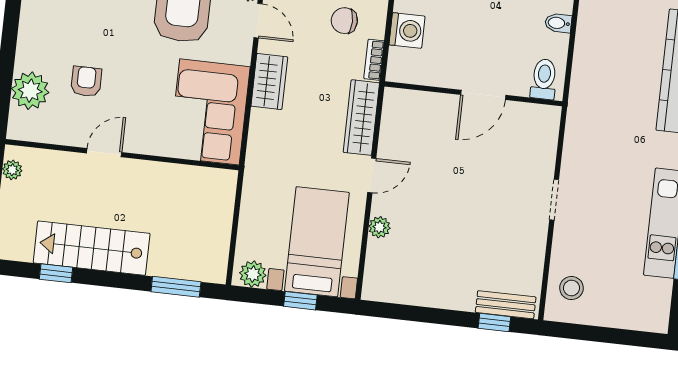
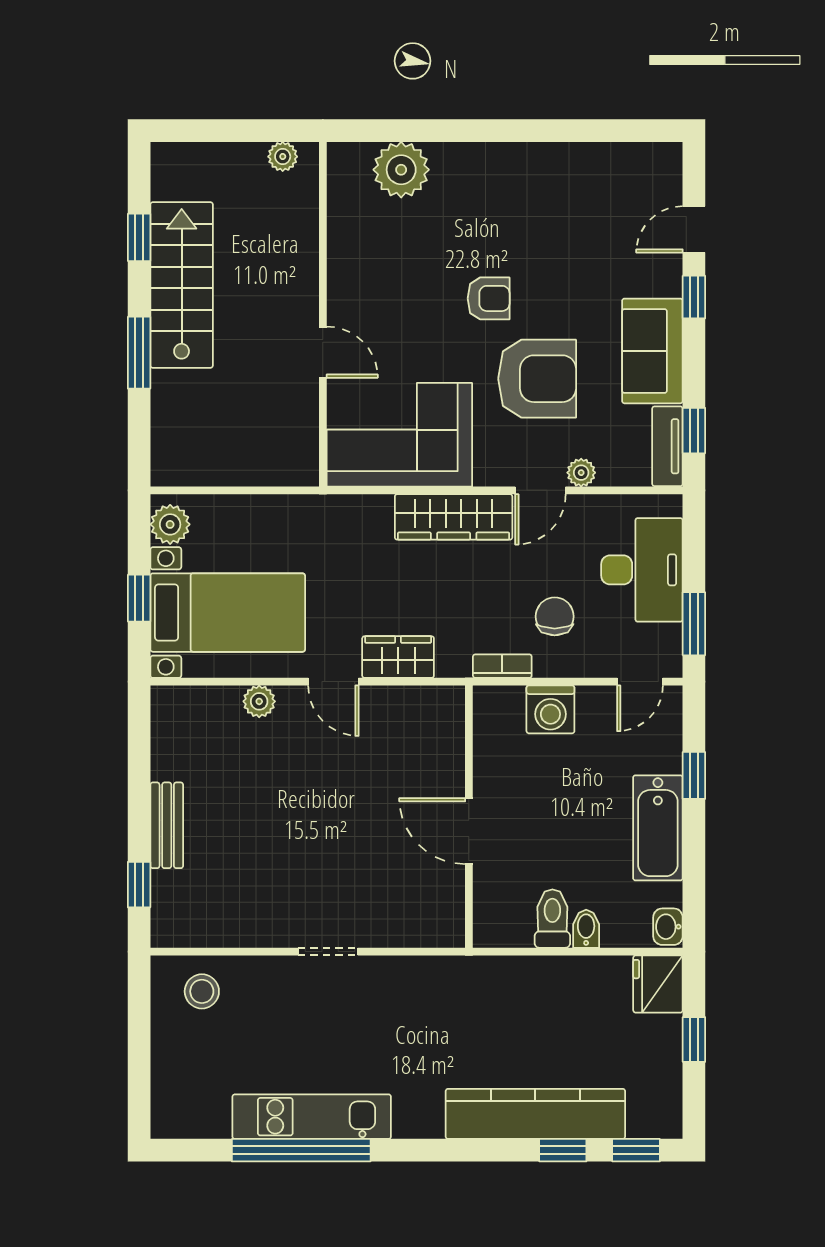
toilet: (544, 79) -> (552, 919), moved, turned -90
armchair: (86, 81) -> (489, 298), moved
wardrobe: (269, 82) -> (454, 517), width x1.50
wardrobe: (361, 118) -> (398, 657), width x0.67
door: (104, 153) -> (323, 352), moved
window: (176, 287) -> (139, 353), moved
bench: (506, 305) -> (167, 825), moved

